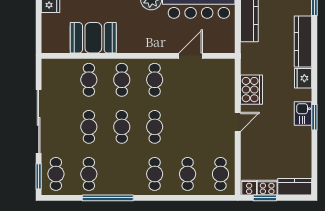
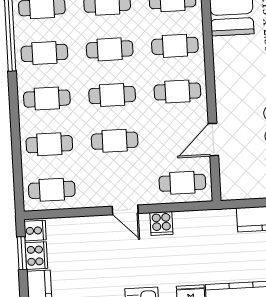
door: (191, 56) -> (213, 140), swing flipped
cafe table: (220, 80) -> (182, 183), added
cooker: (251, 90) -> (161, 223), width x0.53, depth x0.76
cafe table: (188, 127) -> (115, 141), added
cafe table: (122, 174) -> (44, 53), added

